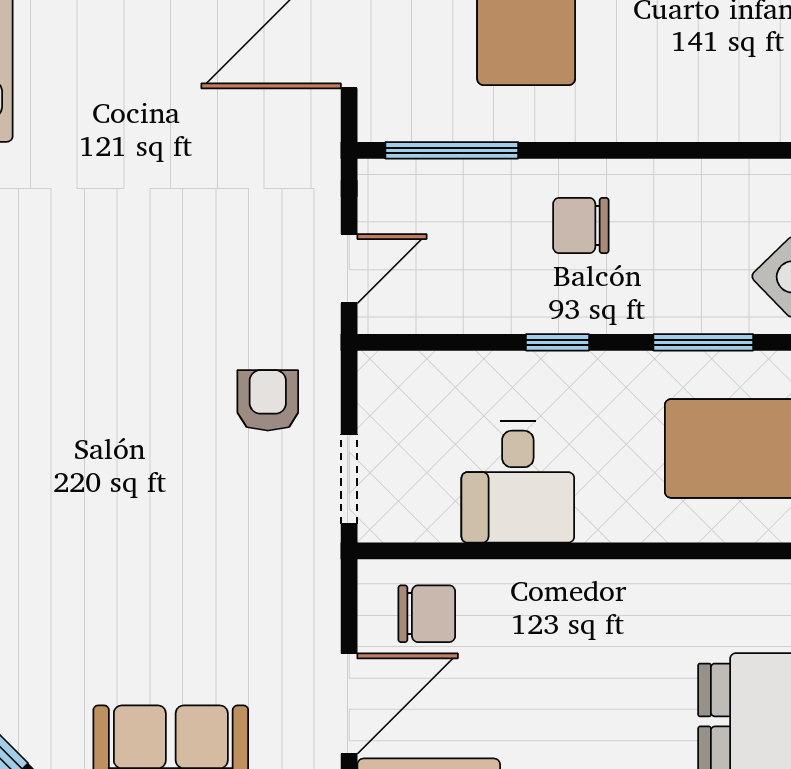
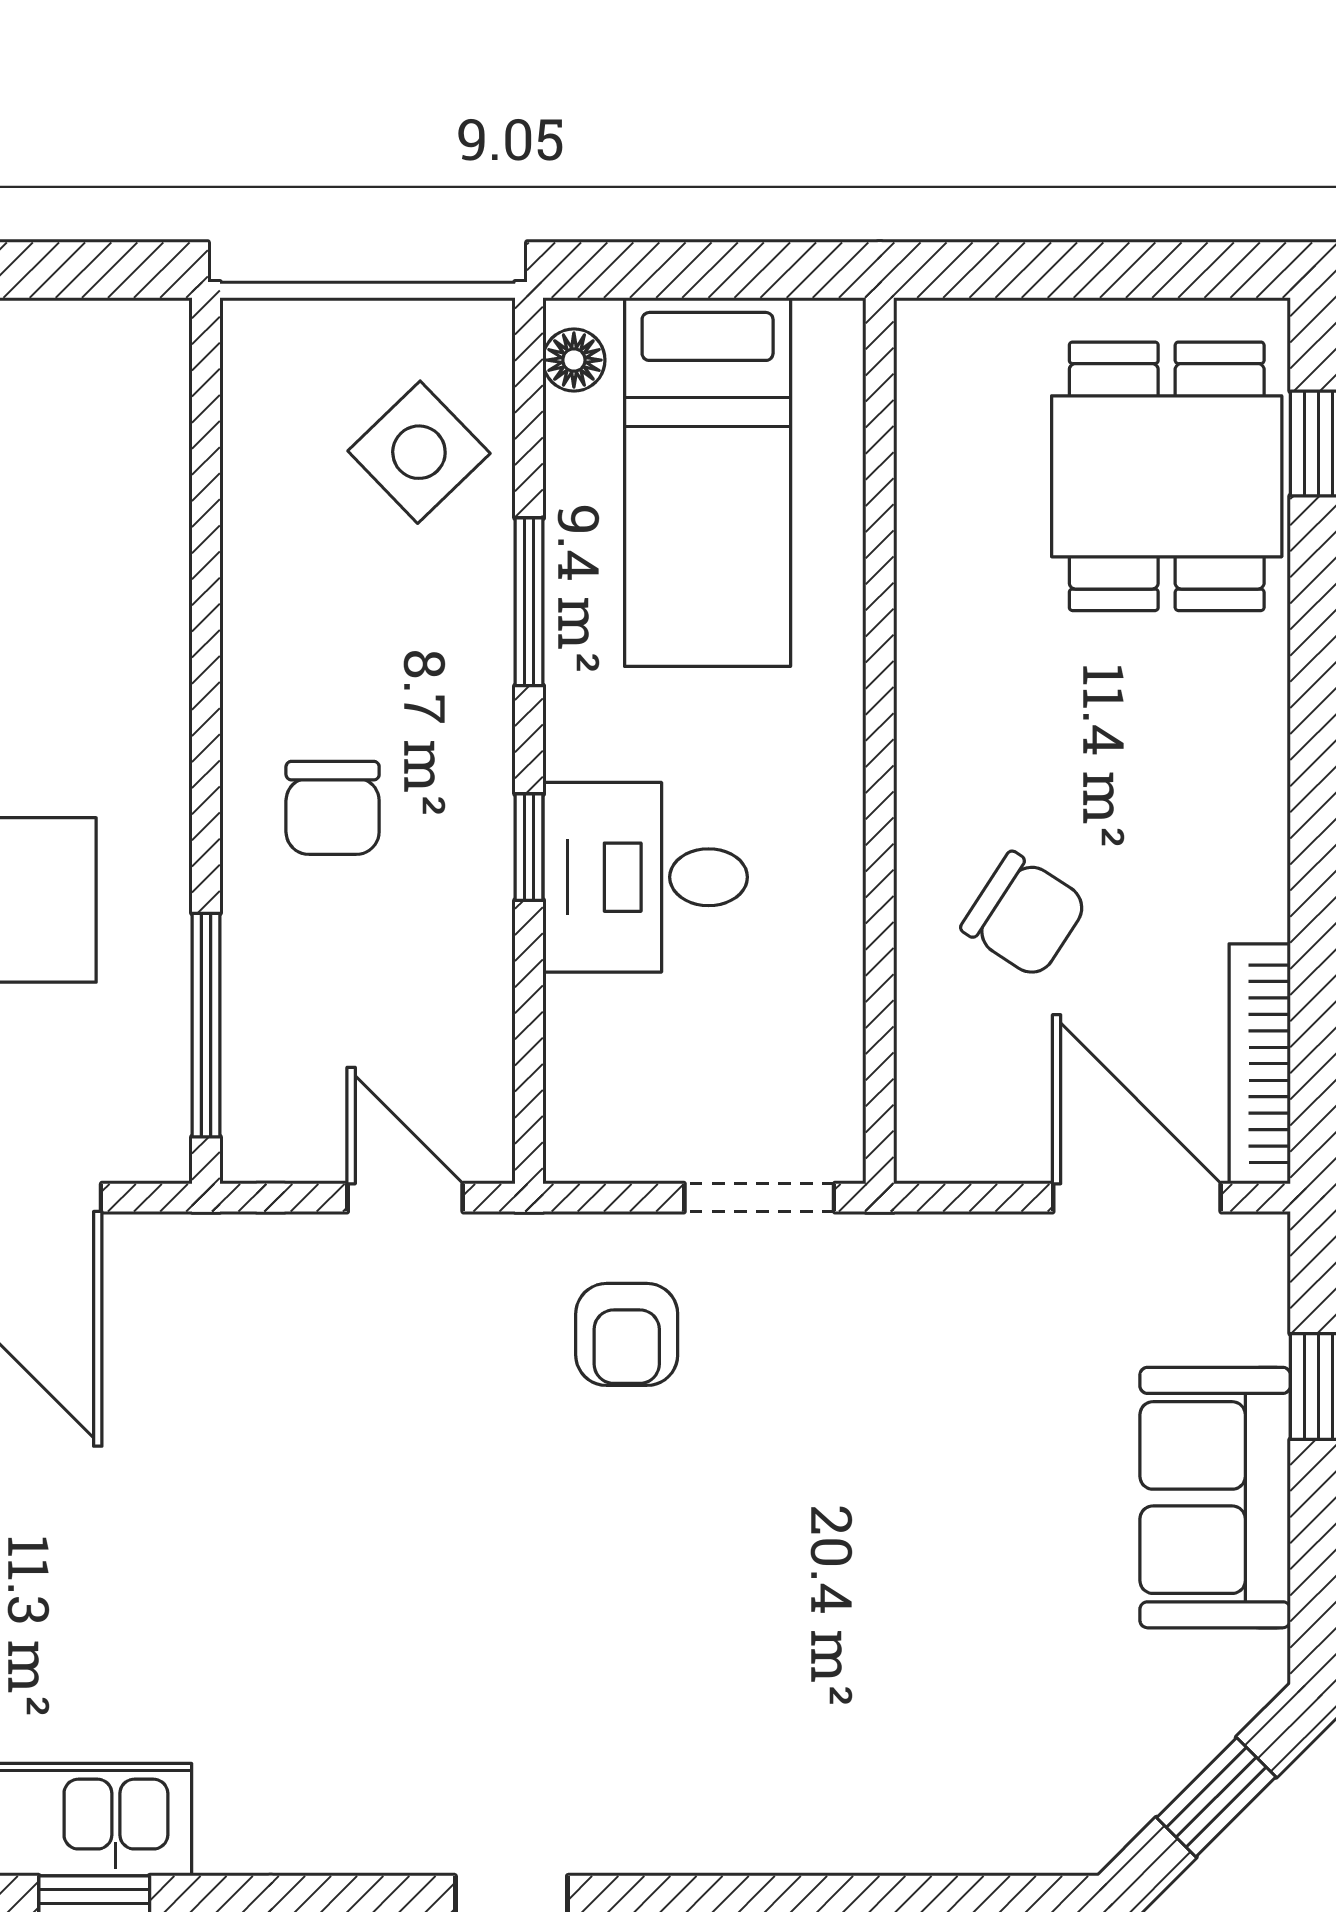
armchair: (268, 400) -> (627, 1334), turned -90
desk: (518, 482) -> (645, 877), moved, turned 180
chair: (427, 614) -> (1025, 915), moved, turned 123

